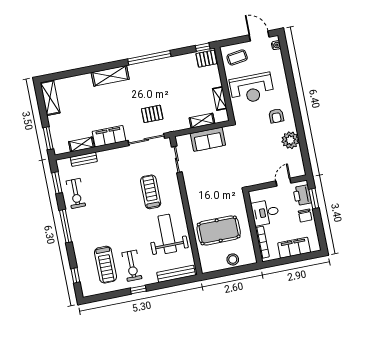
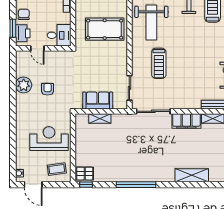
shelving: (110, 76) -> (192, 175), moved
shelving: (220, 98) -> (80, 135), removed
pallet: (152, 114) -> (144, 133), removed
armchair: (276, 116) -> (48, 89), moved
door: (283, 182) -> (37, 48), hinge flipped
desk: (265, 213) -> (59, 35), moved
pool table: (219, 230) -> (105, 29), moved

